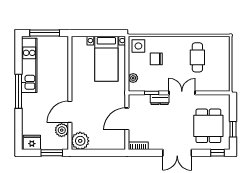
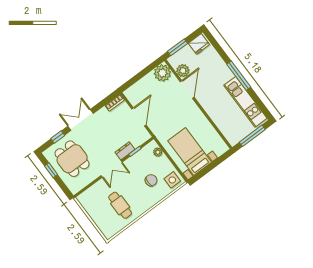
window: (217, 153) -> (58, 137), moved

